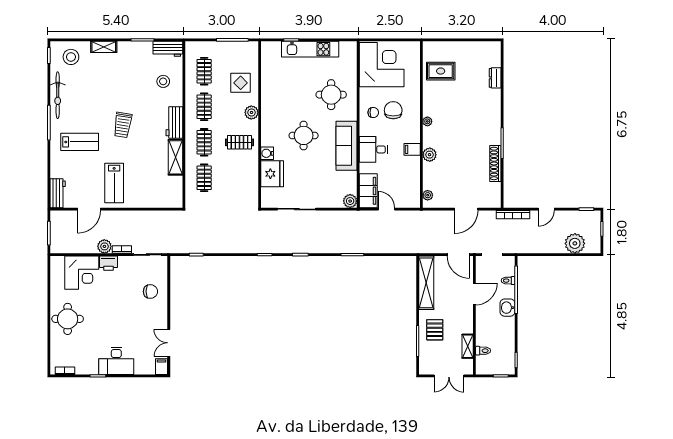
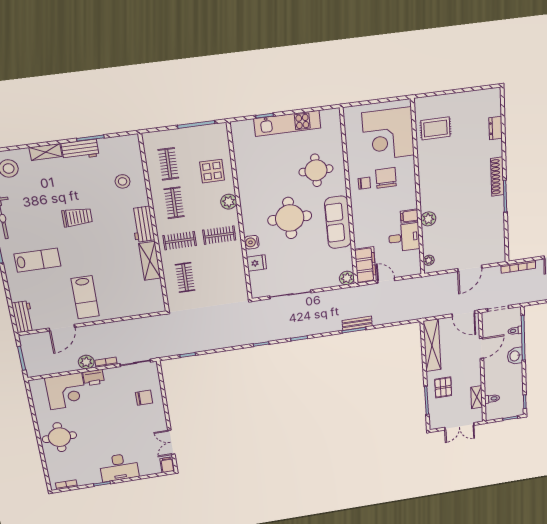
workbench: (168, 49) -> (80, 150), moved
corner desk: (382, 65) -> (388, 134), moved, turned 180
plant: (427, 121) -> (424, 185), removed
trolley: (123, 125) -> (77, 217), moved, turned -99
round table: (304, 135) -> (290, 218), width x1.36, depth x1.36
clothes rail: (204, 142) -> (180, 241), turned 90
desk: (373, 149) -> (404, 237), moved, turned 180
shoe rack: (495, 163) -> (497, 177), moved
fridge: (272, 174) -> (256, 263), width x0.53, depth x0.75
bench: (356, 248) -> (357, 323), added

